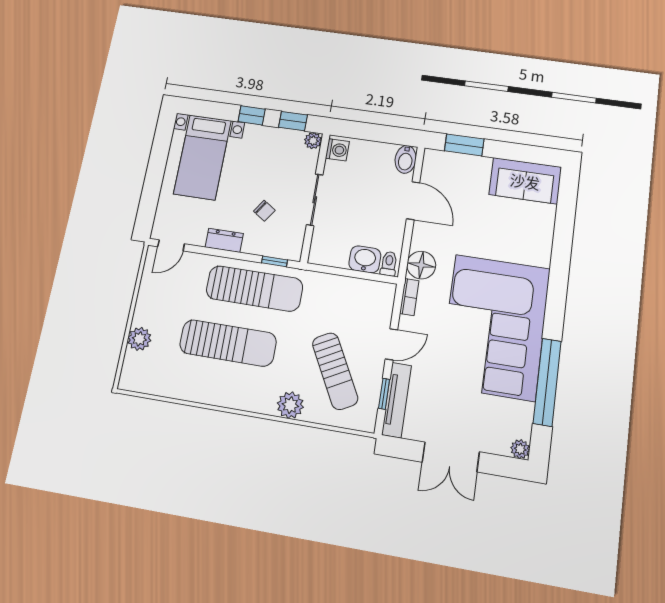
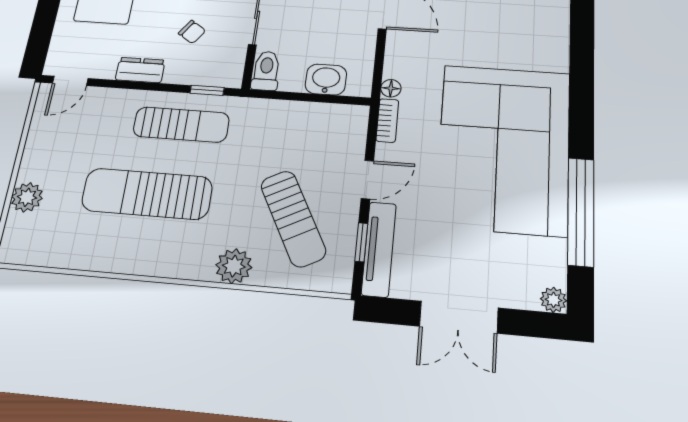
toilet: (389, 264) -> (266, 71), moved, width x1.37, depth x1.39
floor lamp: (421, 265) -> (391, 88), width x0.53, depth x0.53
sun lounger: (254, 289) -> (181, 125), width x0.73, depth x0.75
sun lounger: (228, 343) -> (147, 194), turned 180

